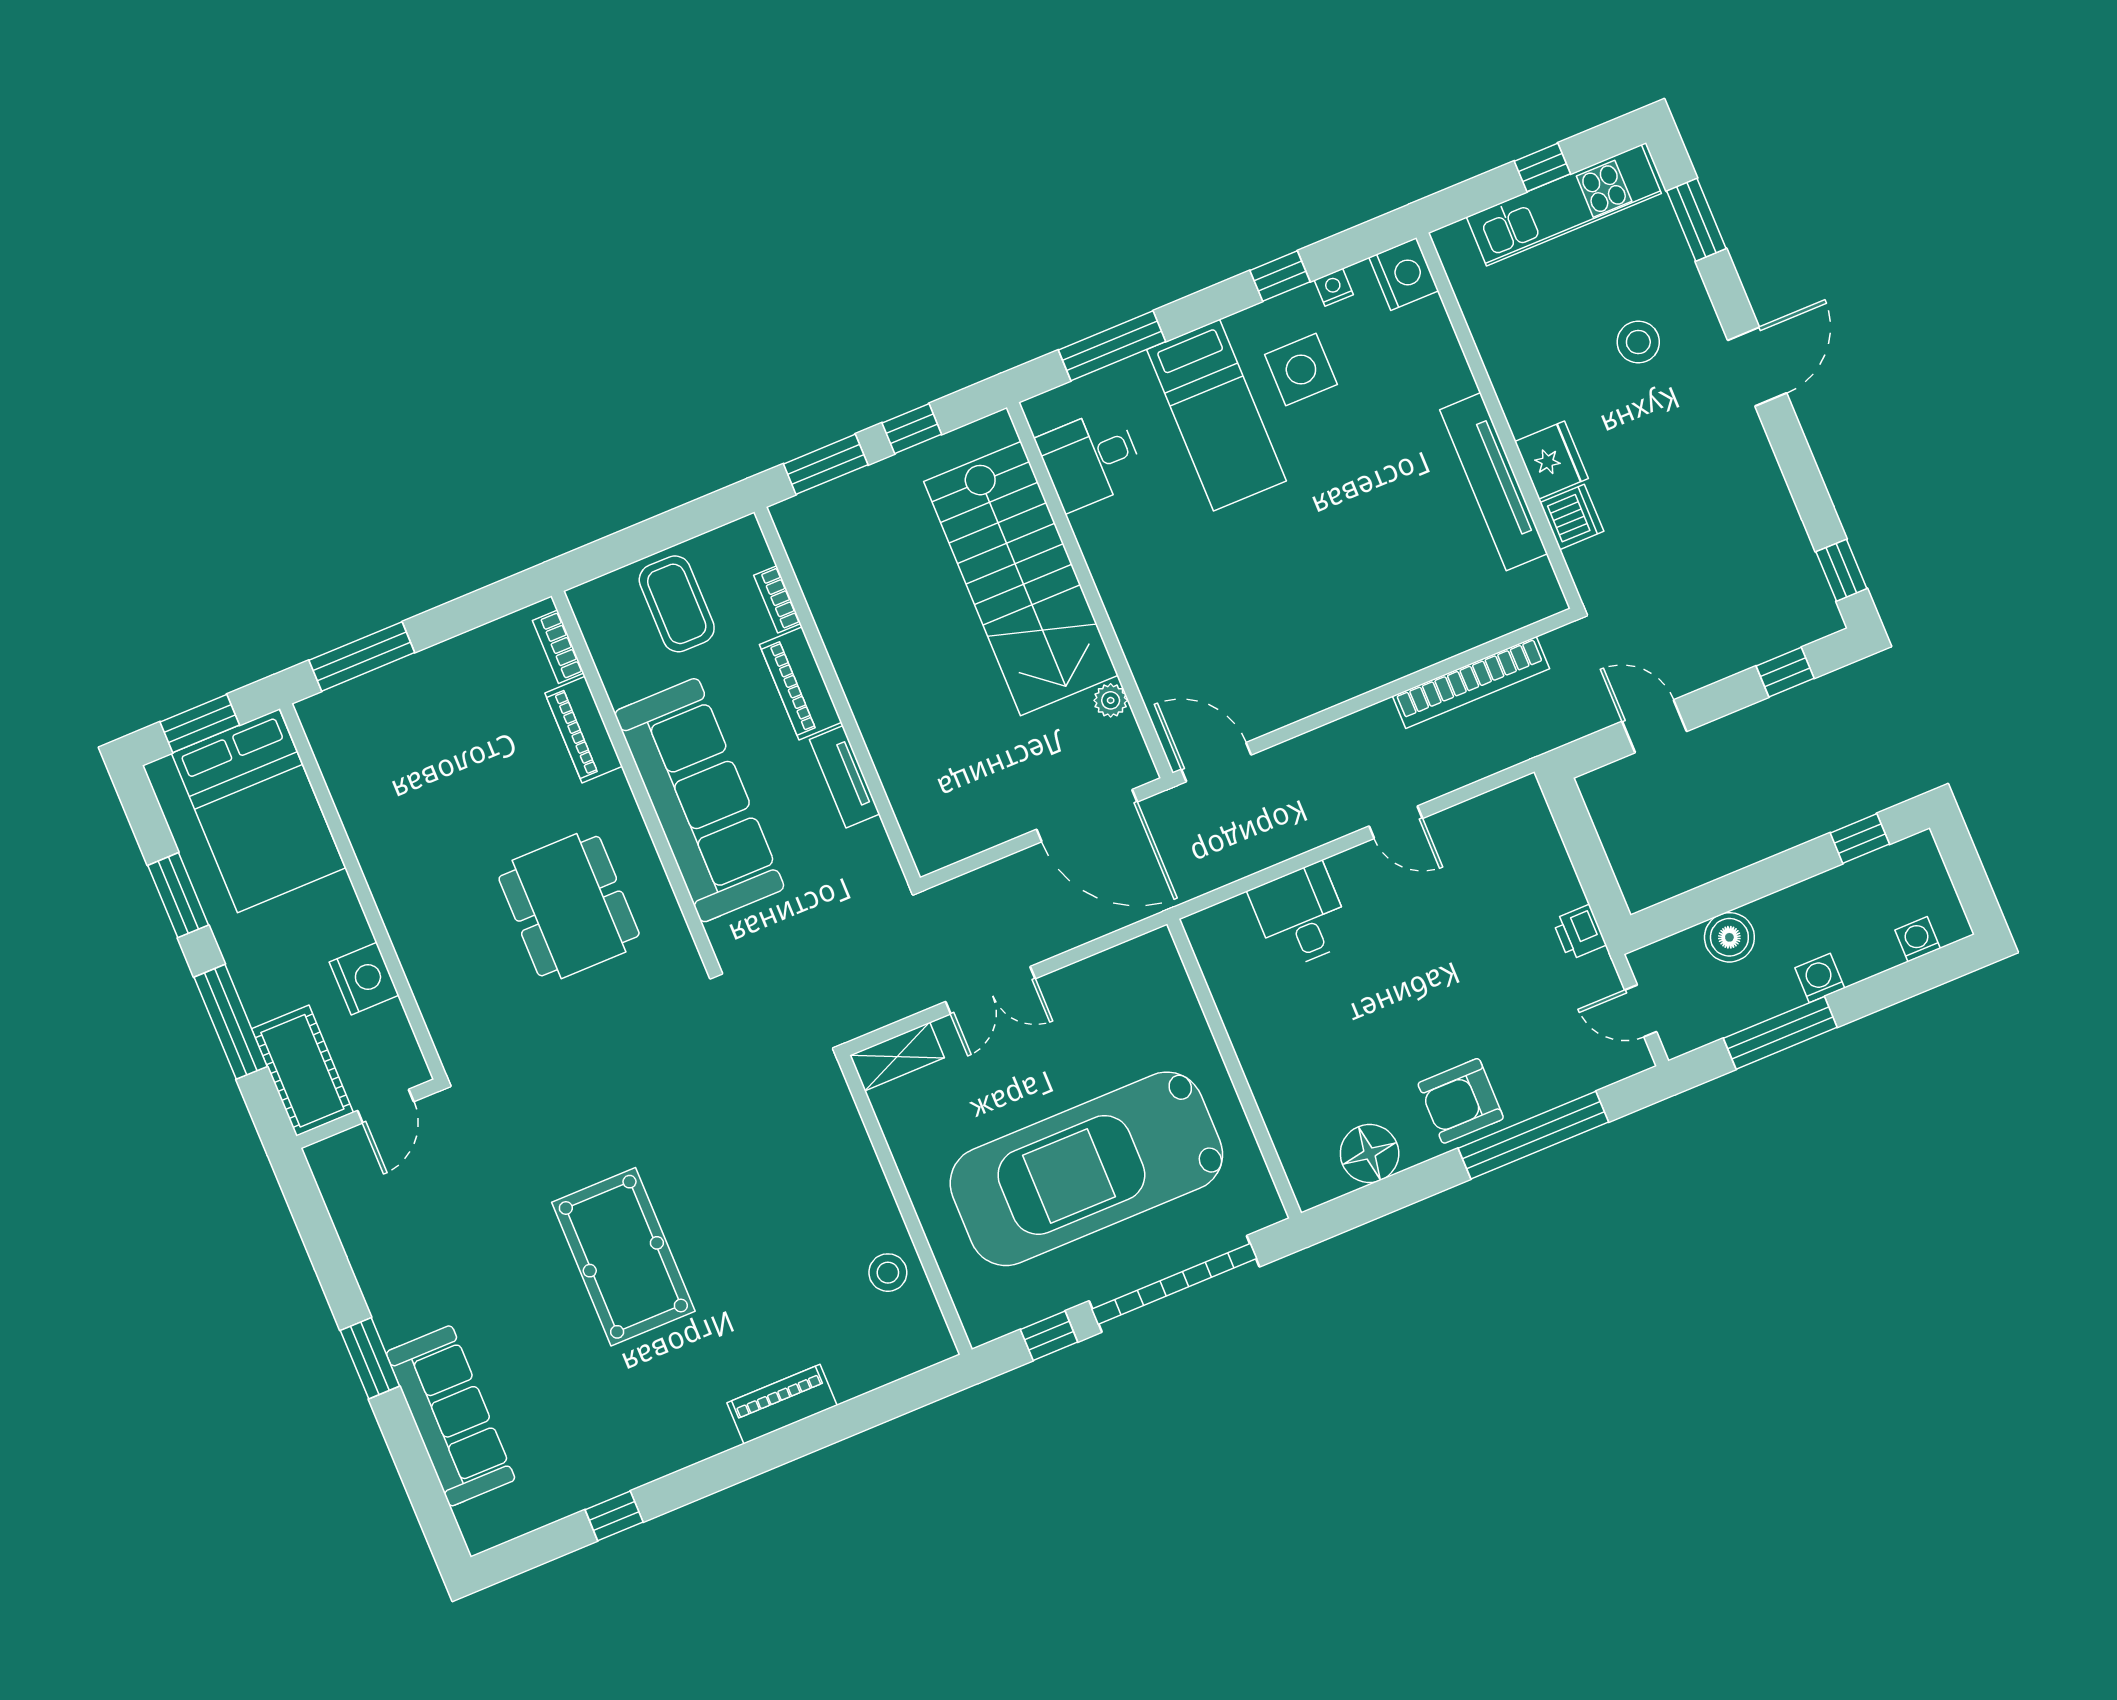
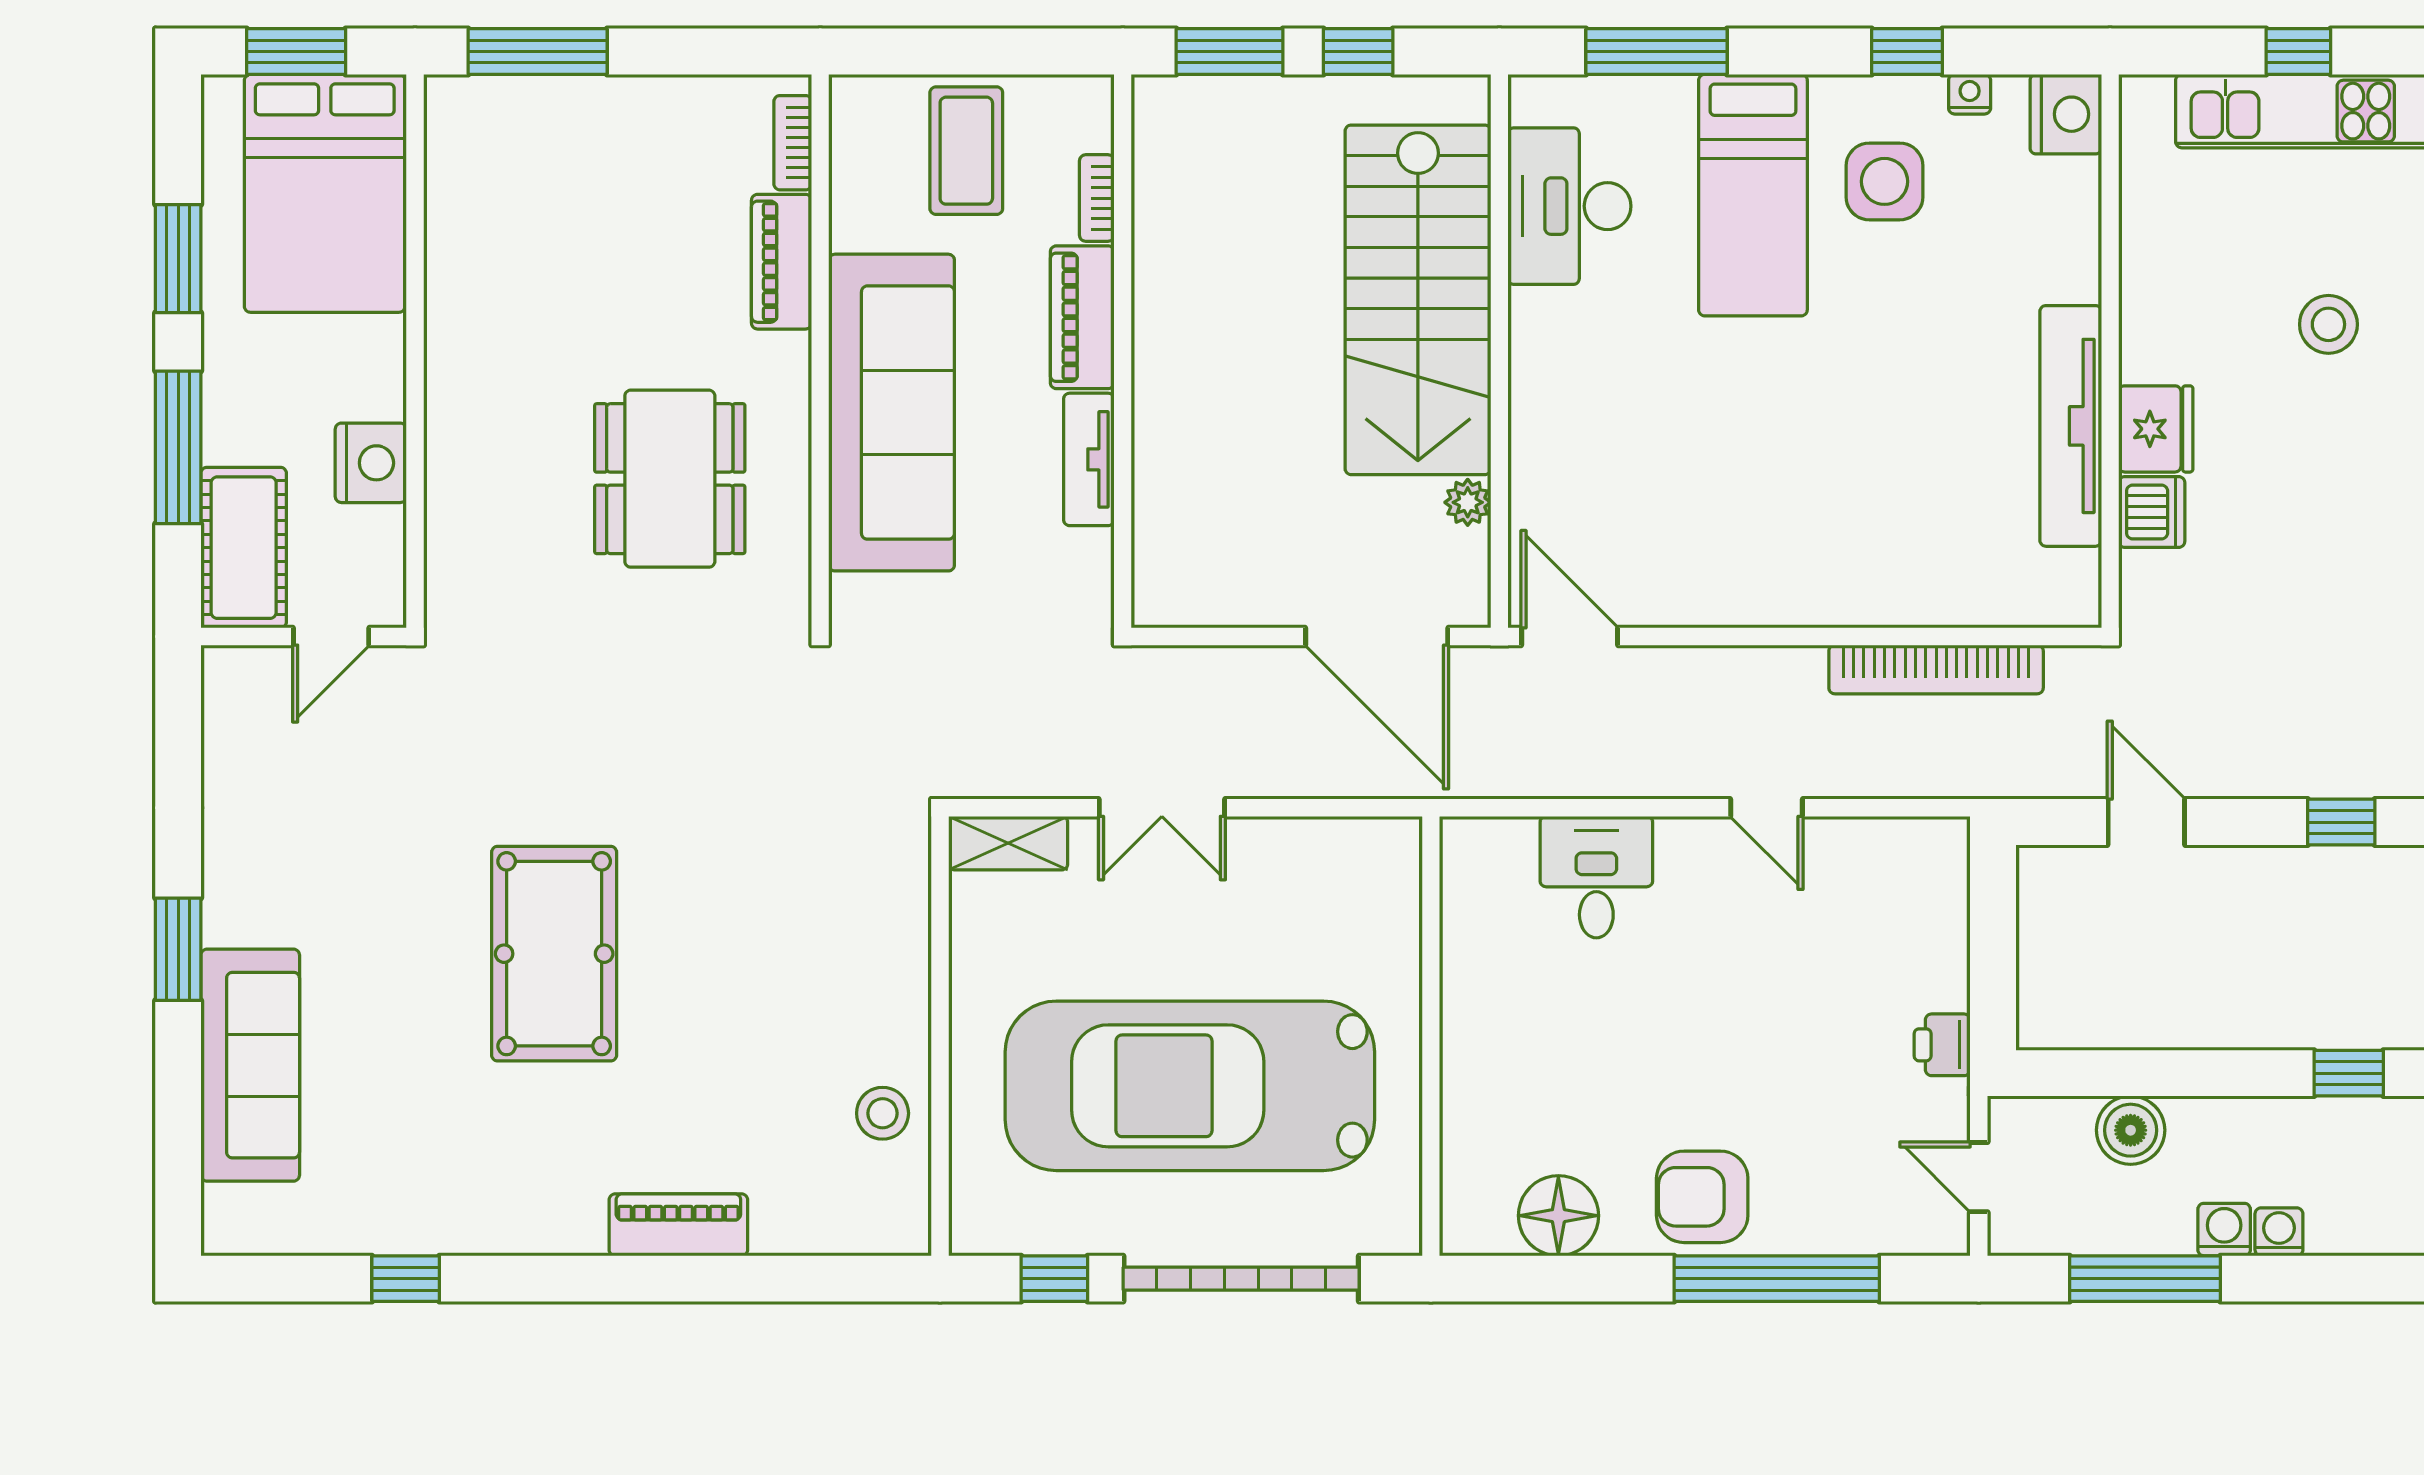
desk: (1091, 459) -> (1569, 206), width x1.37
washing machine: (1918, 939) -> (2279, 1232), moved

